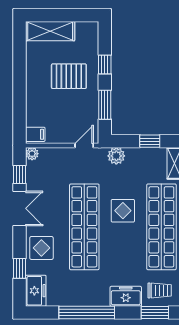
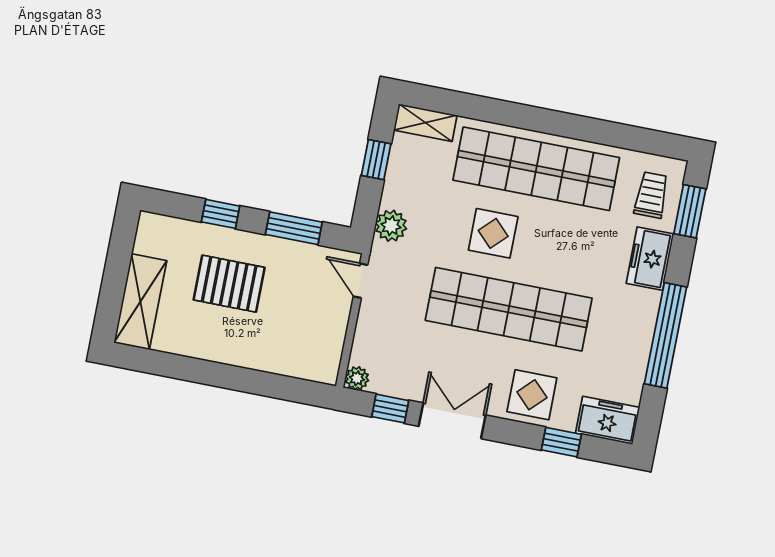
pallet: (69, 76) -> (229, 284), turned 90
filing cabinet: (35, 134) -> (323, 365), removed

